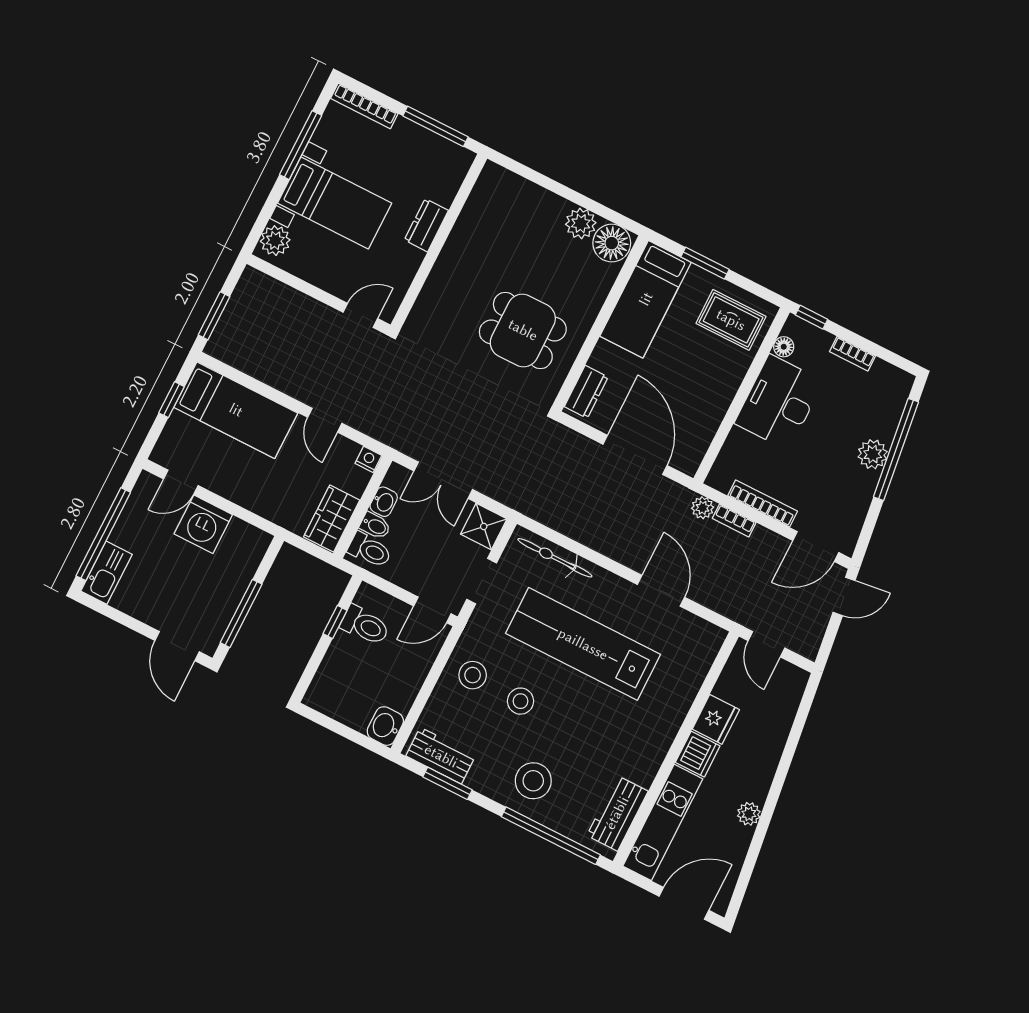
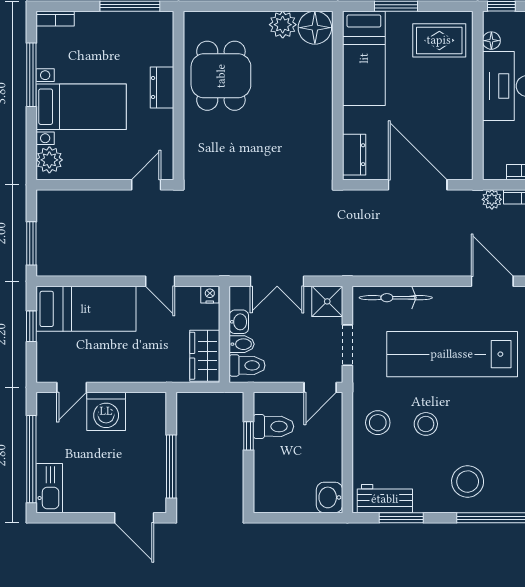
bookcase: (364, 106) -> (55, 19), width x0.64
dining table: (523, 330) -> (221, 76), moved, turned 90

